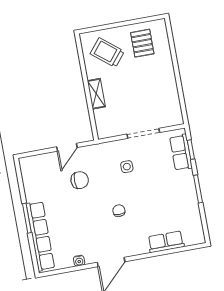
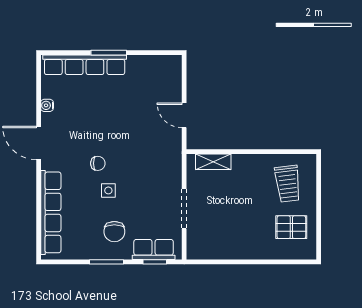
trolley: (107, 53) -> (288, 184), turned 134
shelving: (96, 94) -> (213, 162), moved
side table: (127, 167) -> (108, 190), moved
chair: (80, 180) -> (114, 232), moved
row of seats: (166, 242) -> (51, 212), width x2.02

